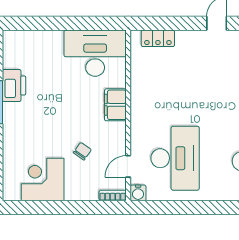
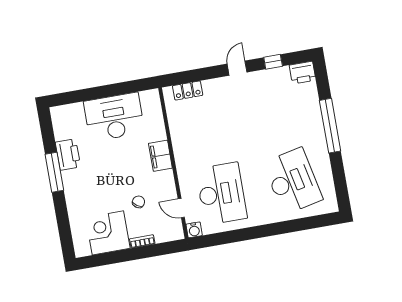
desk: (95, 53) -> (114, 117), moved
door: (128, 166) -> (181, 208), hinge flipped
bookcase: (113, 195) -> (142, 241), moved

